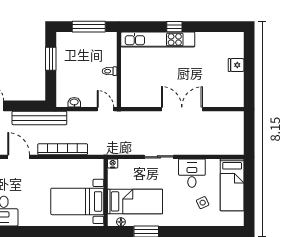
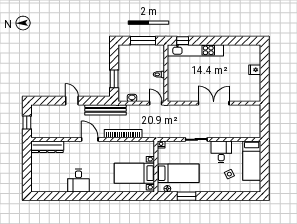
window: (174, 27) -> (183, 41), moved
window: (51, 59) -> (114, 79), moved

